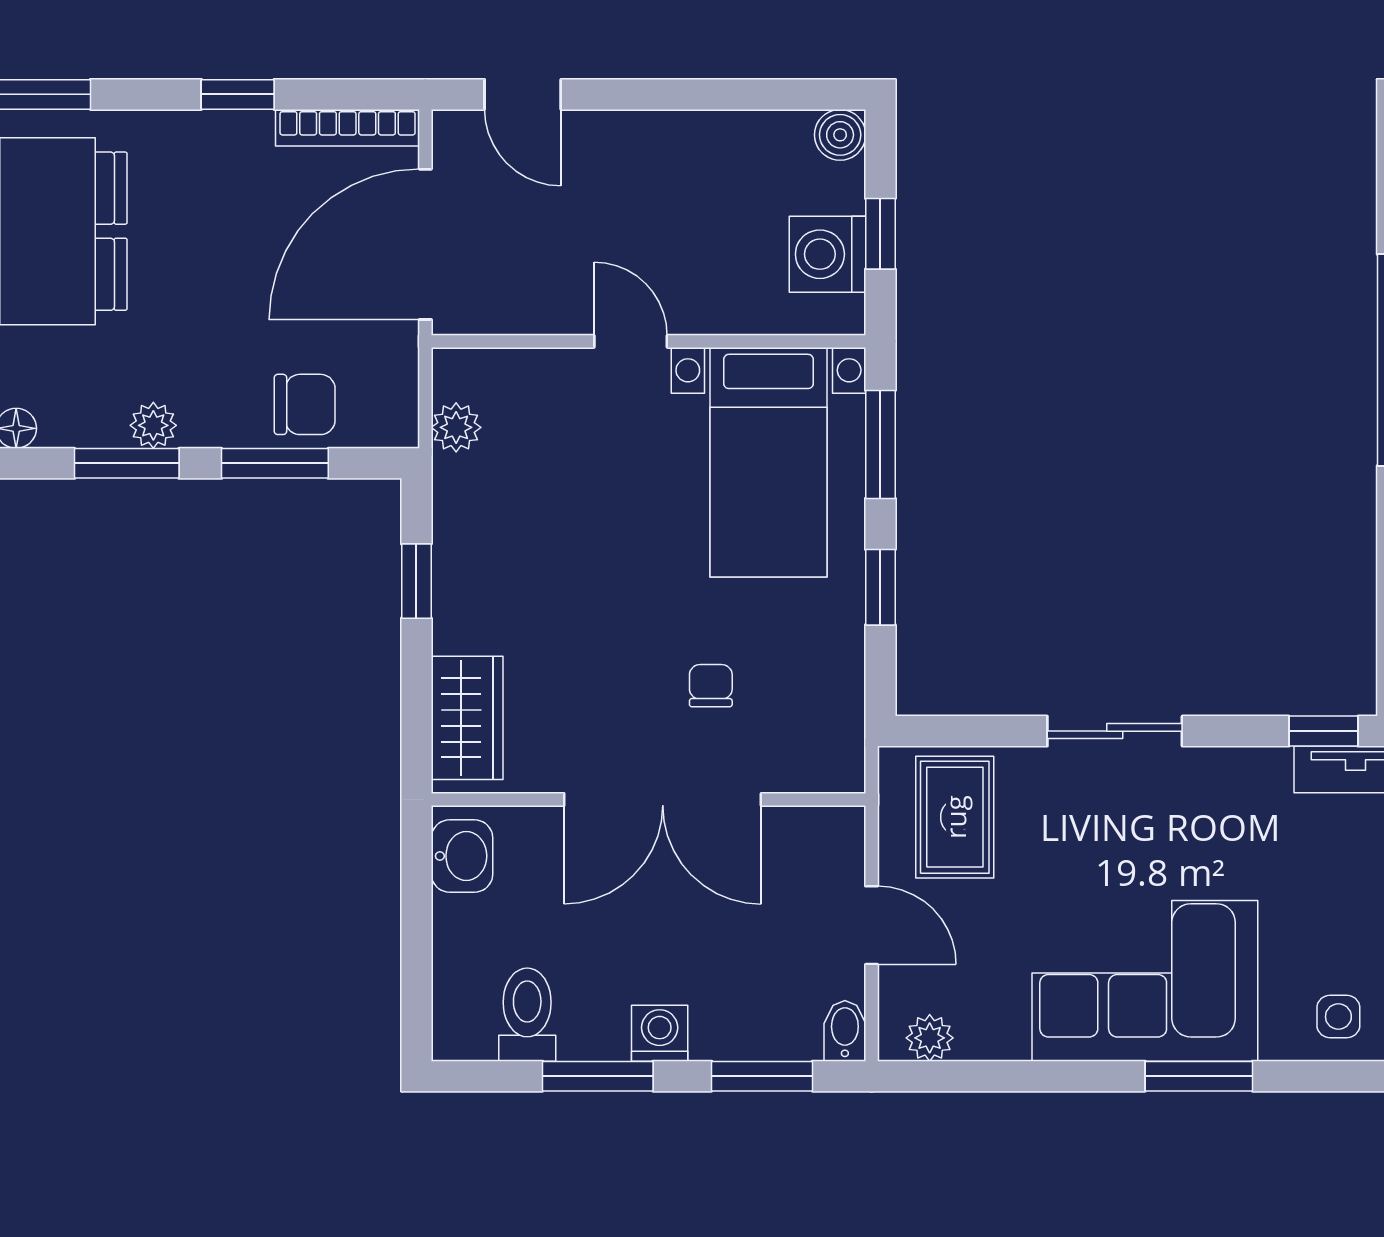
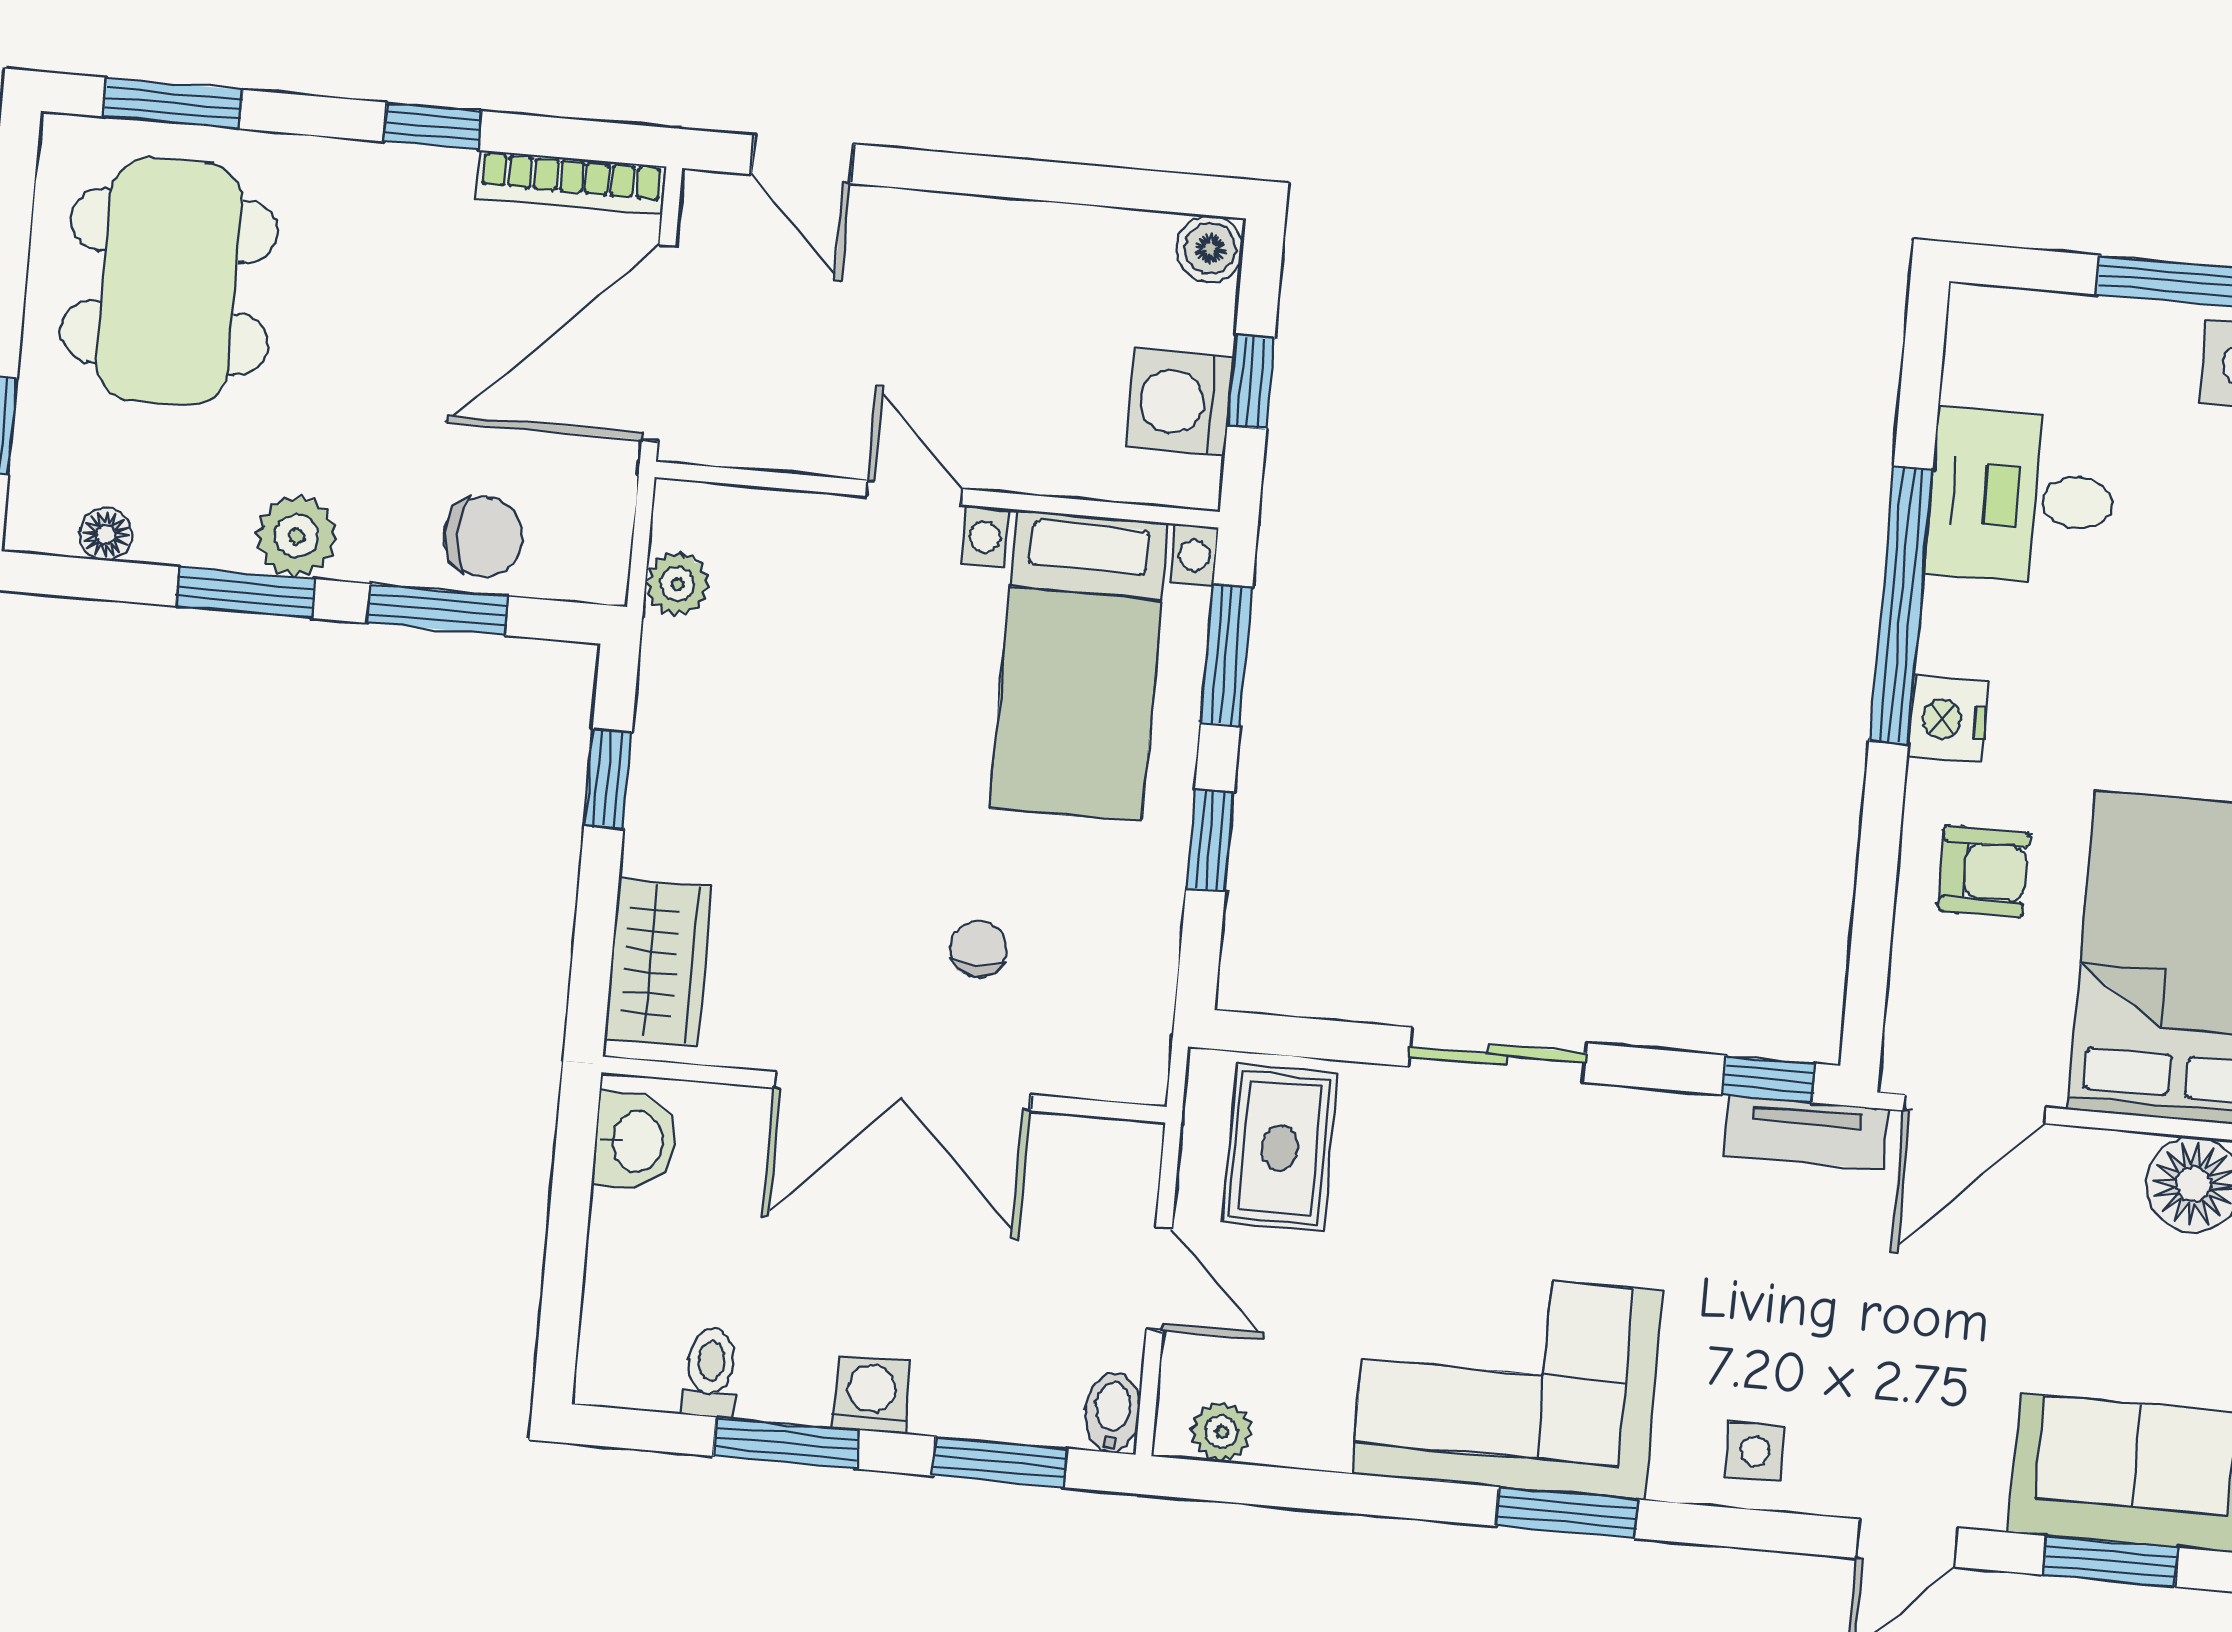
plant: (153, 425) -> (297, 536), width x1.38, depth x1.38
toilet: (527, 1015) -> (710, 1373), width x0.73, depth x0.72

